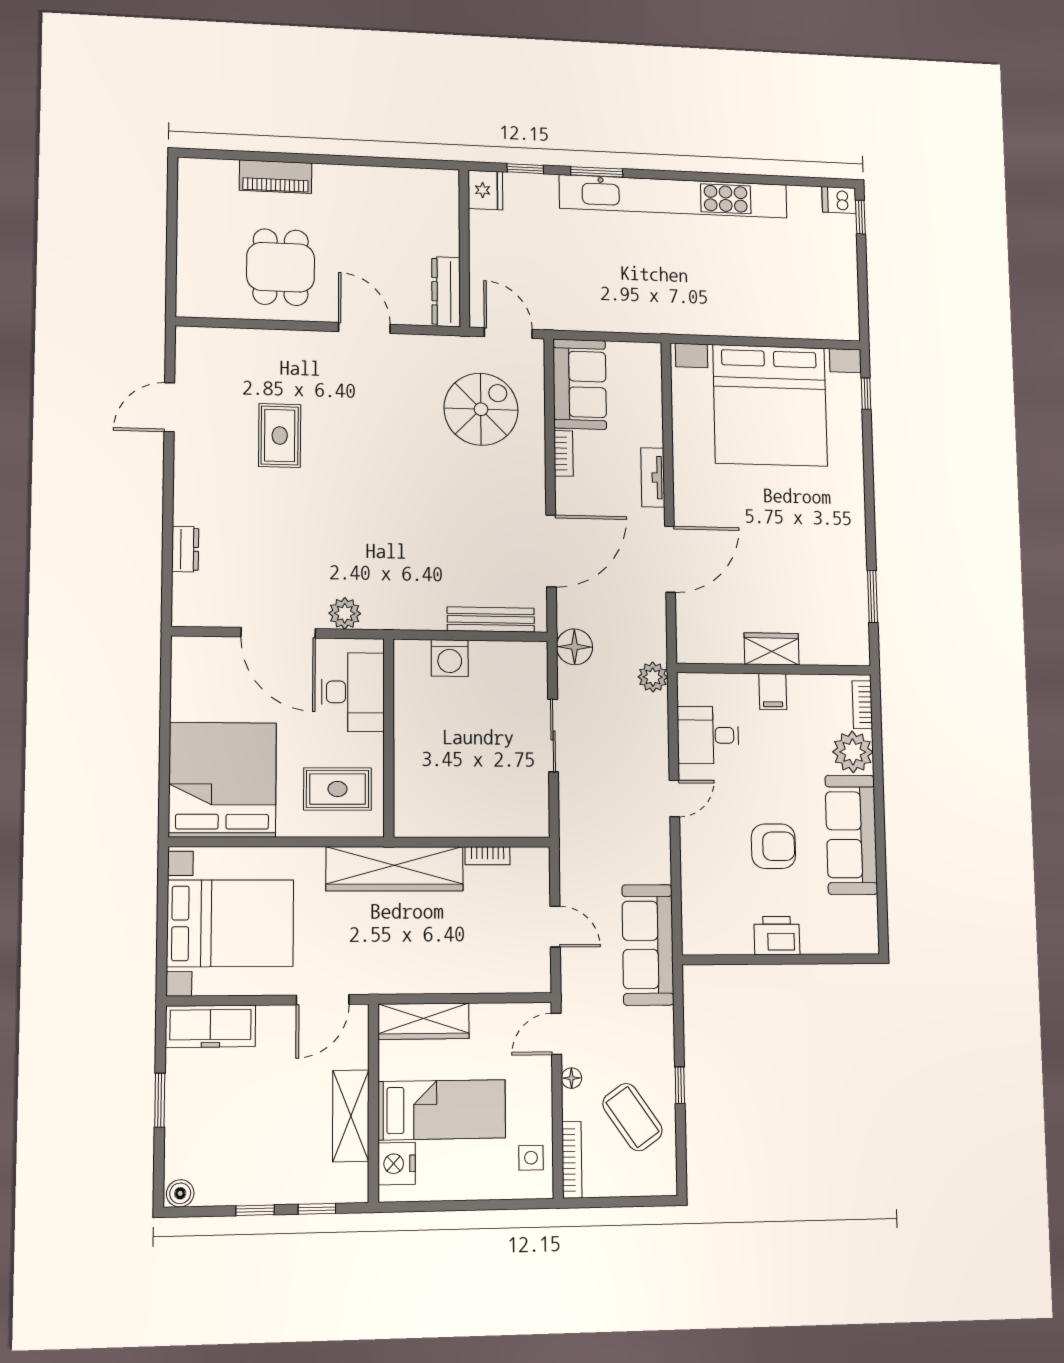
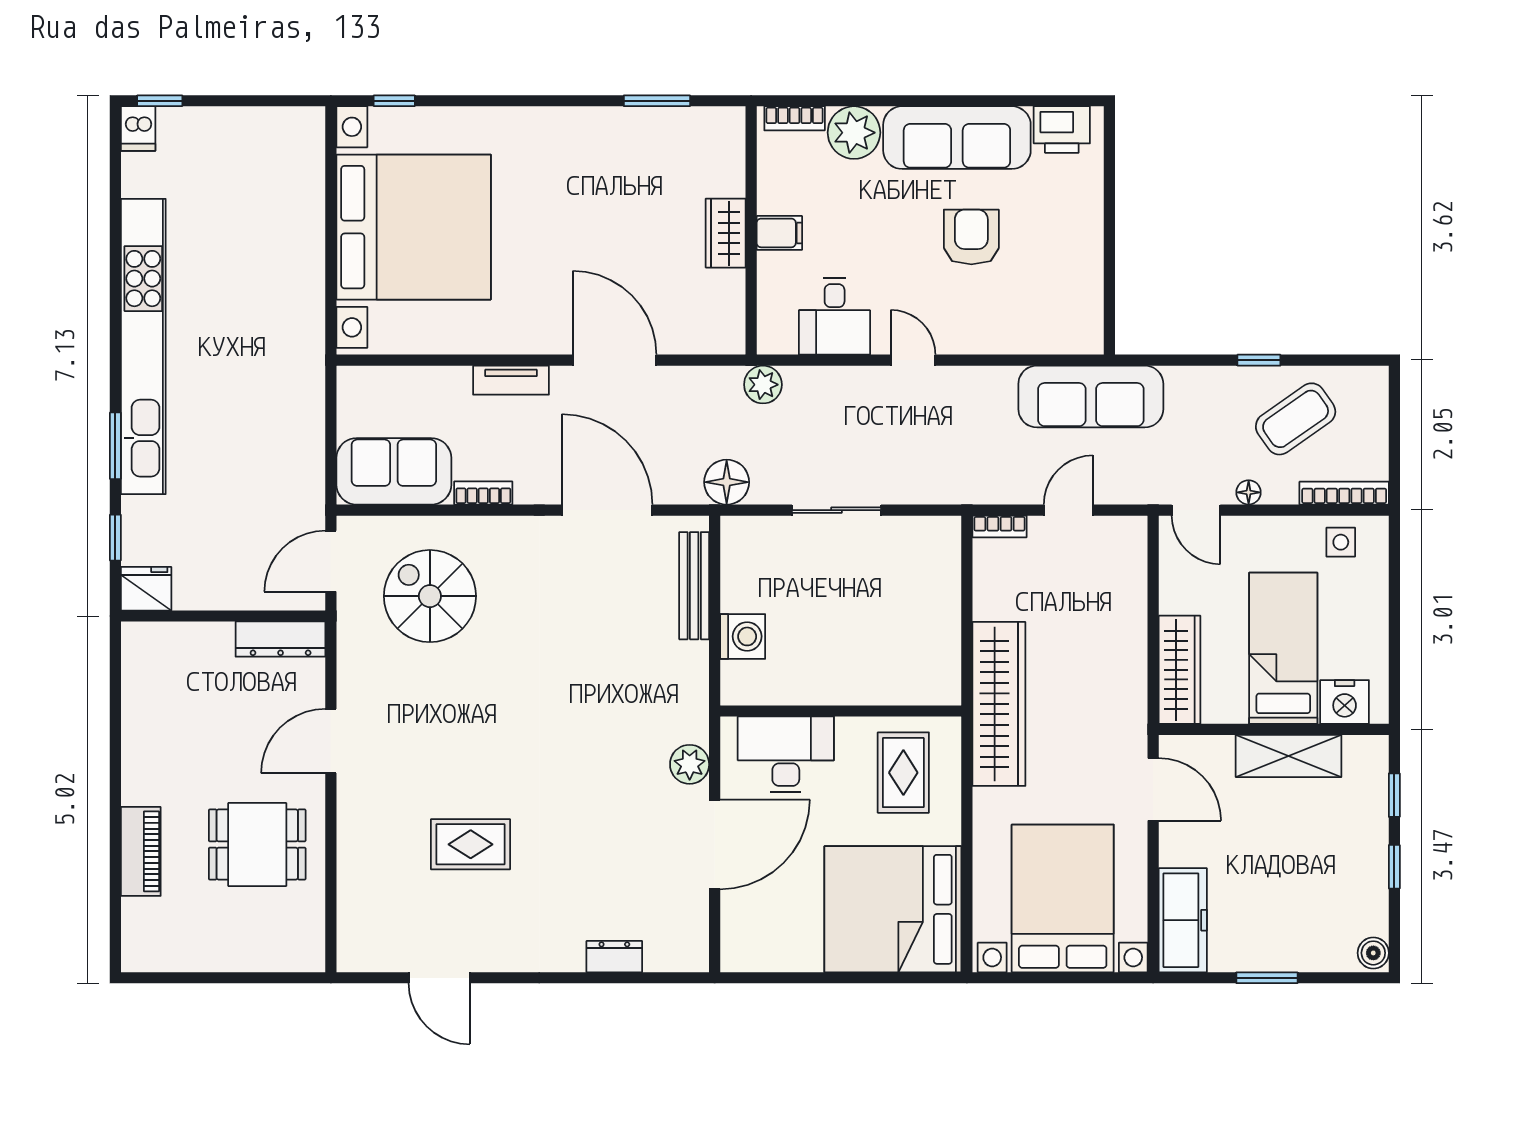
bookcase: (487, 856) -> (999, 526), moved, turned 90
printer: (777, 936) -> (1062, 130), moved, turned -90

